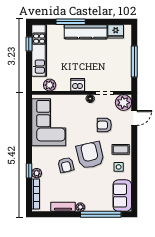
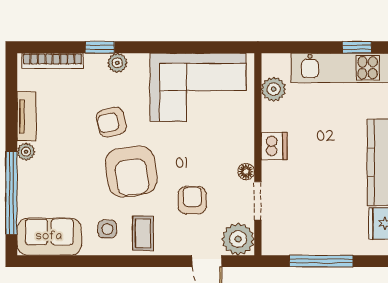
armchair: (90, 155) -> (131, 171), turned 95
plant: (37, 173) -> (117, 63), moved

